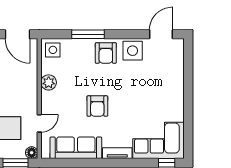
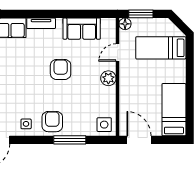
side table: (133, 51) -> (26, 124), width x0.54, depth x0.54
plant: (49, 82) -> (108, 78), moved
sofa: (76, 148) -> (82, 29), width x0.73

